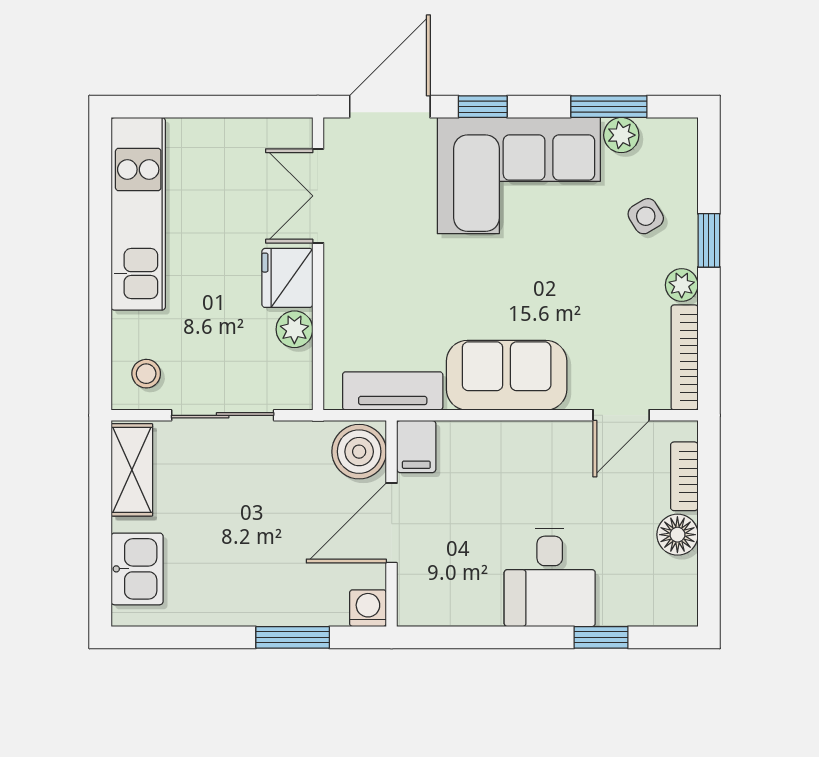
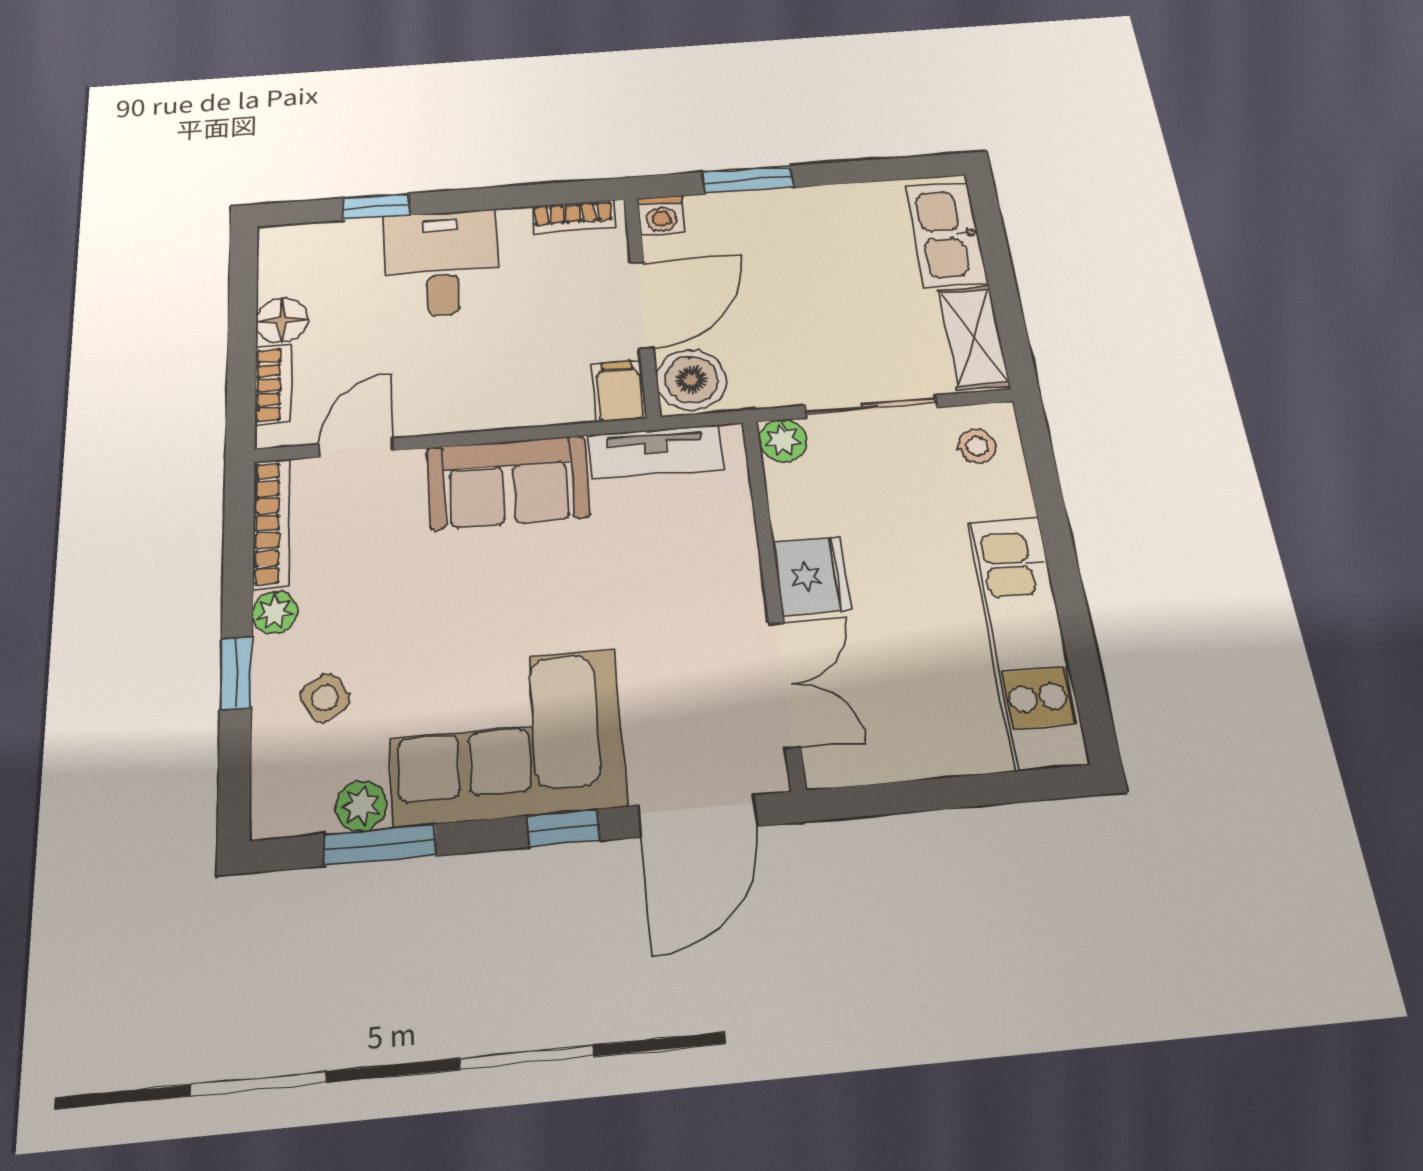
plant: (294, 329) -> (783, 441), moved
kitchen sink: (137, 569) -> (946, 234), width x1.38
bookcase: (440, 613) -> (573, 217), added

